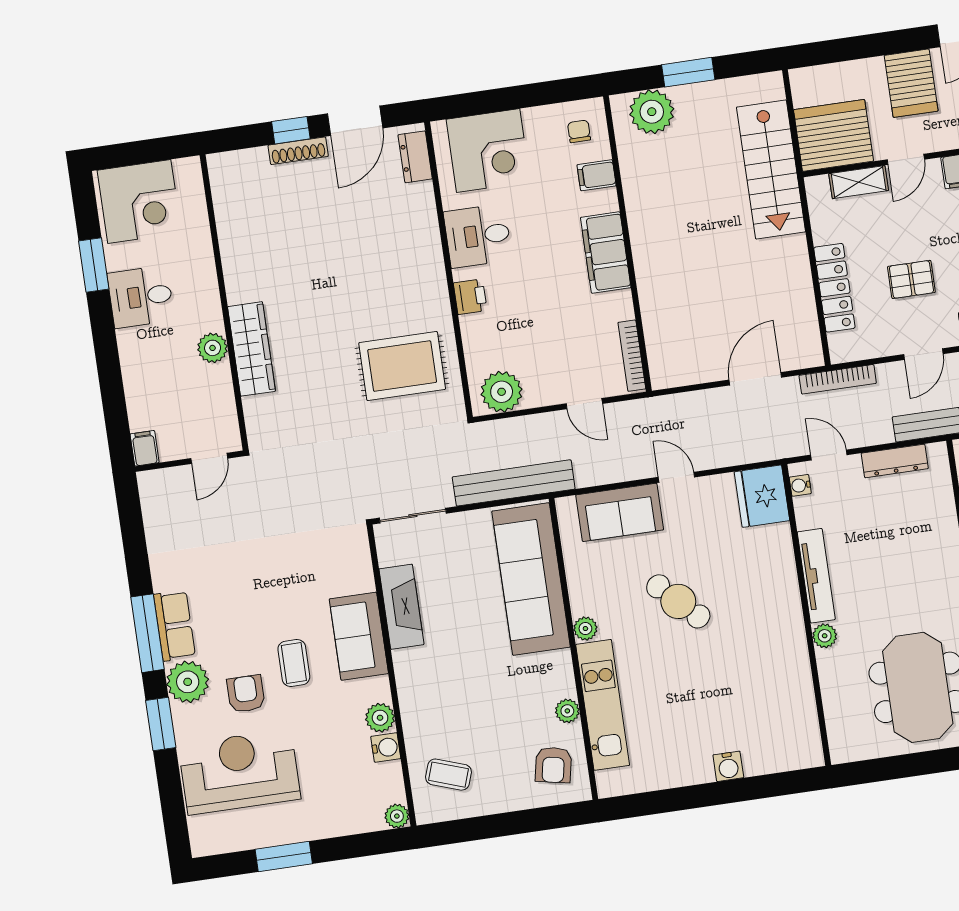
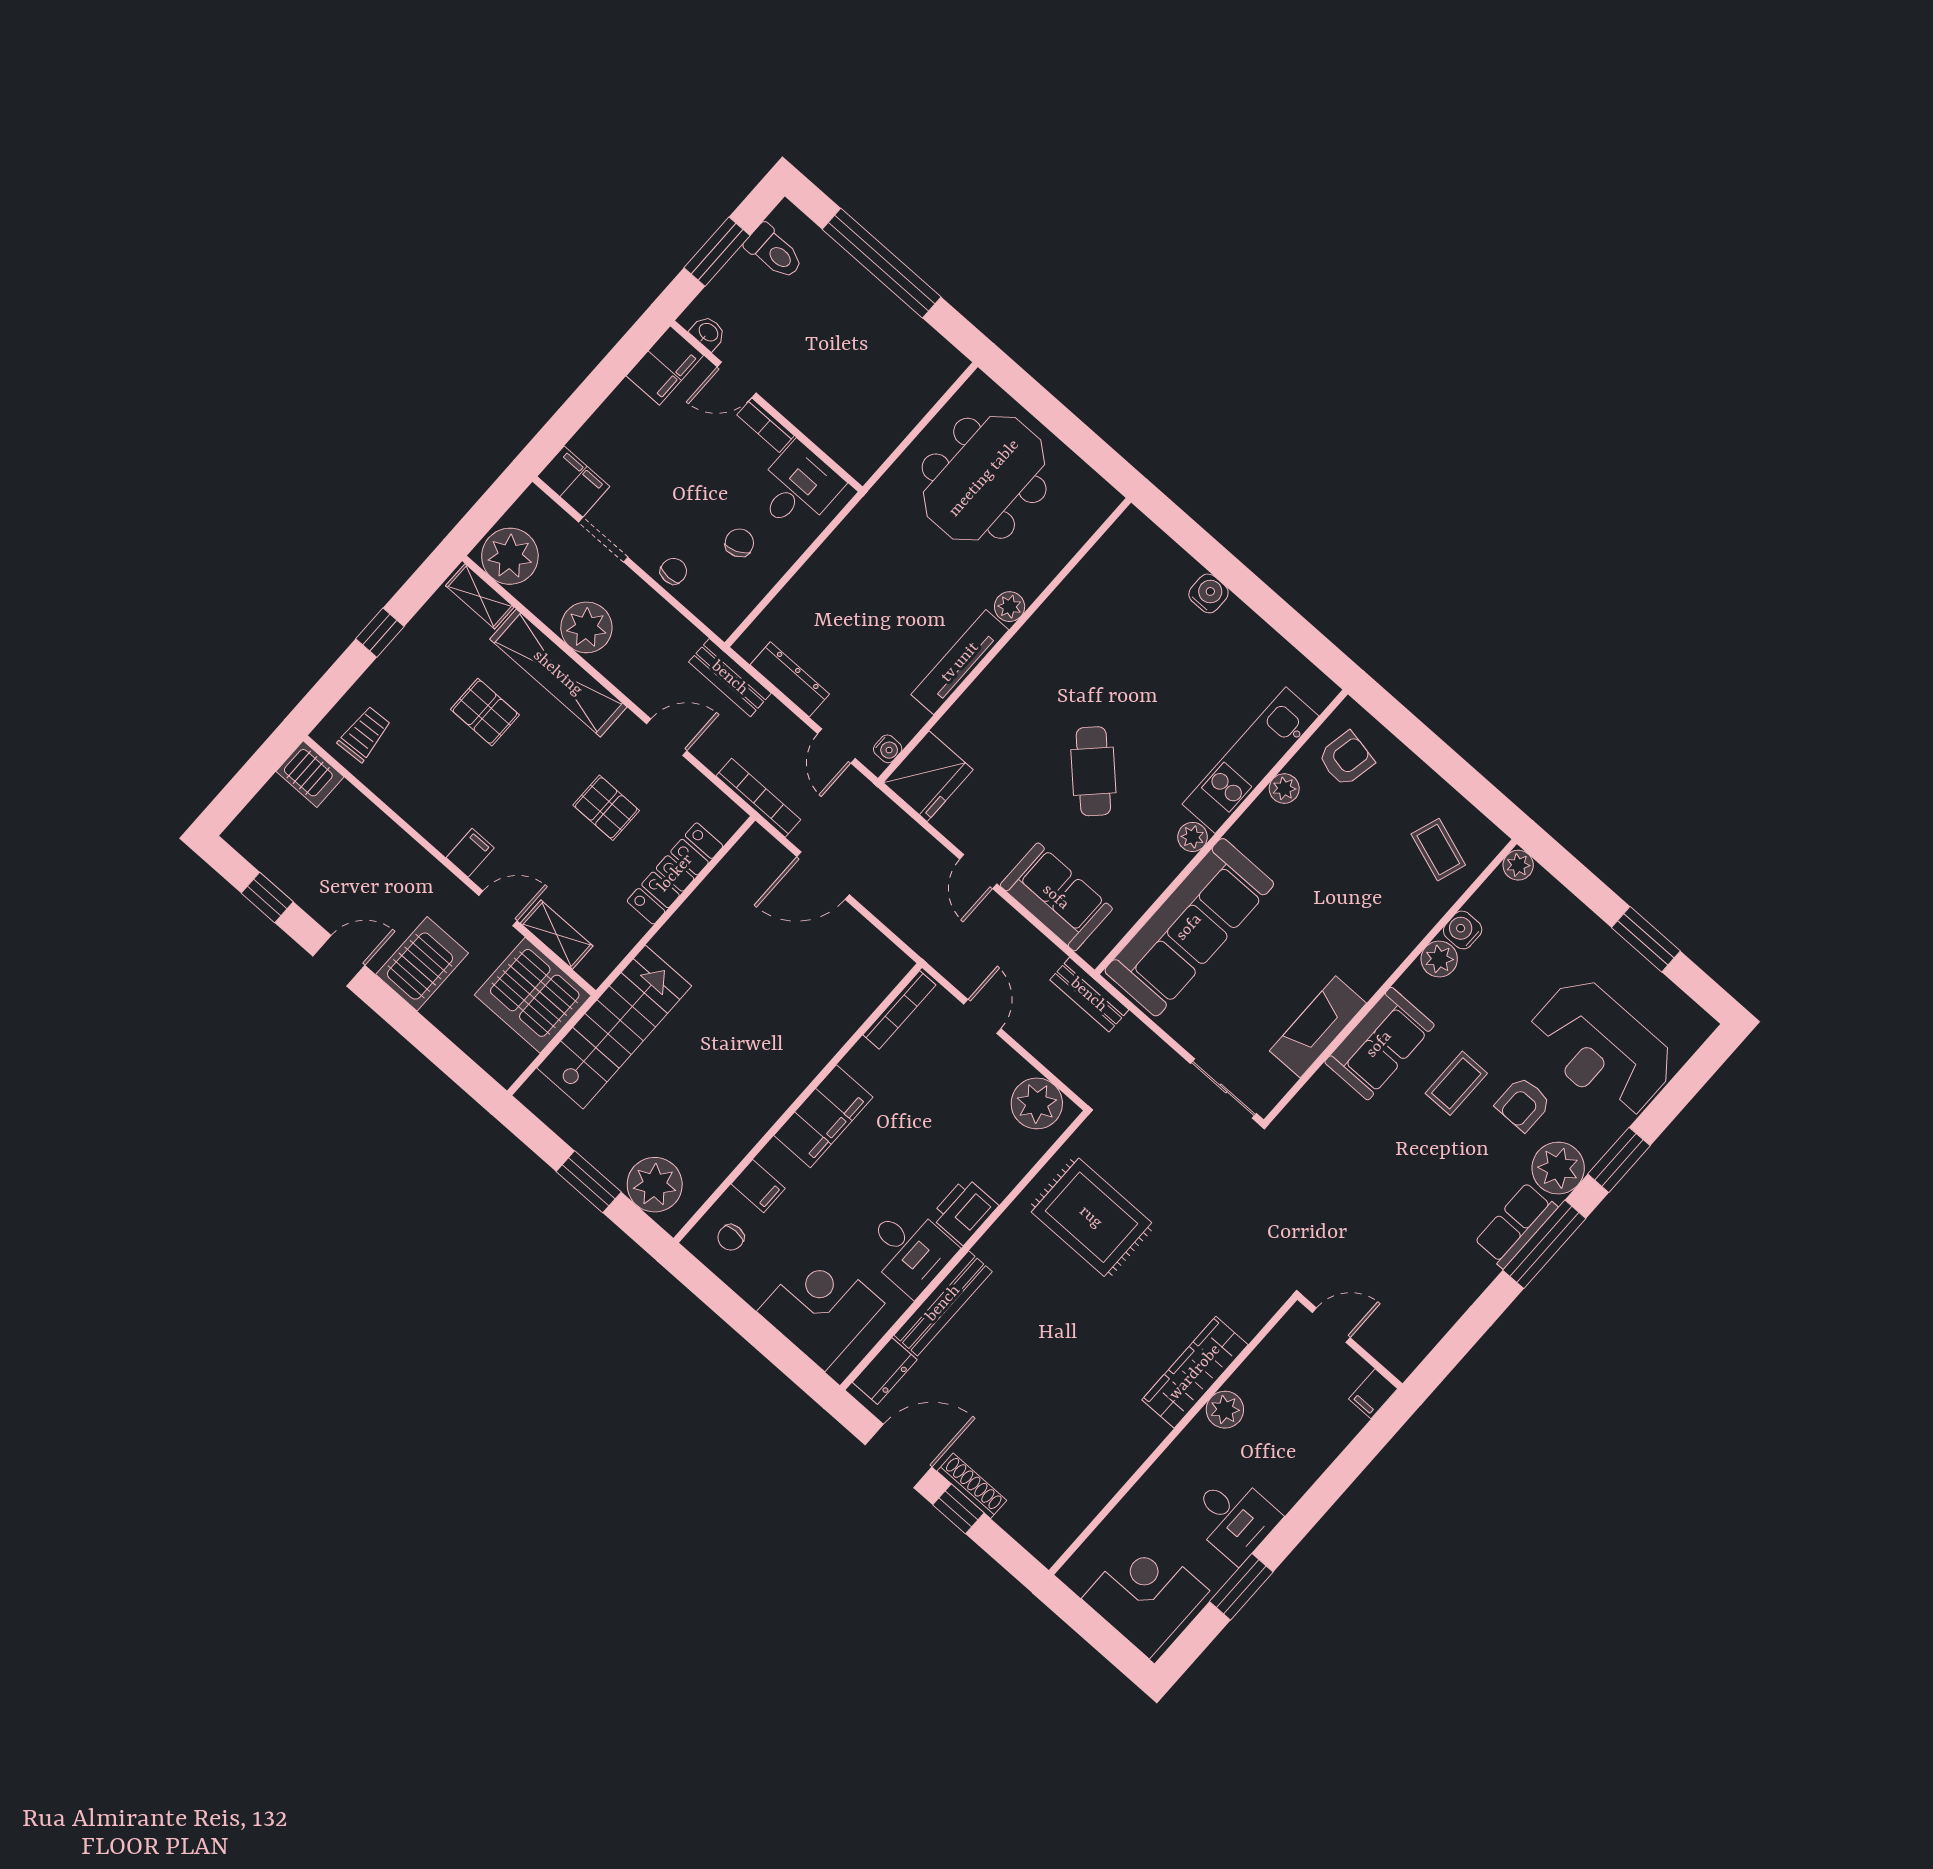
bench: (427, 229) -> (943, 1303), added
printer: (470, 297) -> (964, 1211), width x1.36, depth x1.24
bench: (514, 483) -> (1089, 995), width x0.54, depth x0.82

